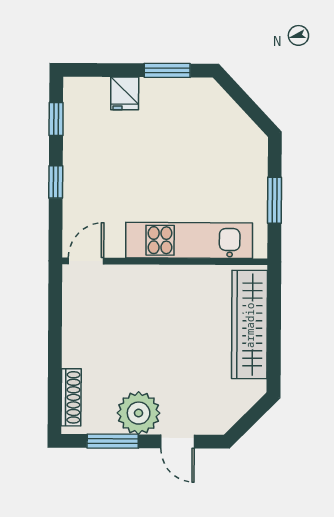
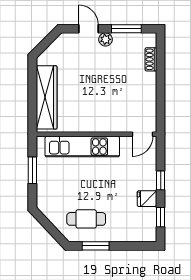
fridge: (125, 93) -> (147, 199), moved, turned -90
cafe table: (183, 117) -> (86, 219), added
shoe rack: (71, 397) -> (151, 59), width x0.70
plant: (139, 413) -> (105, 39), width x0.53, depth x0.53

